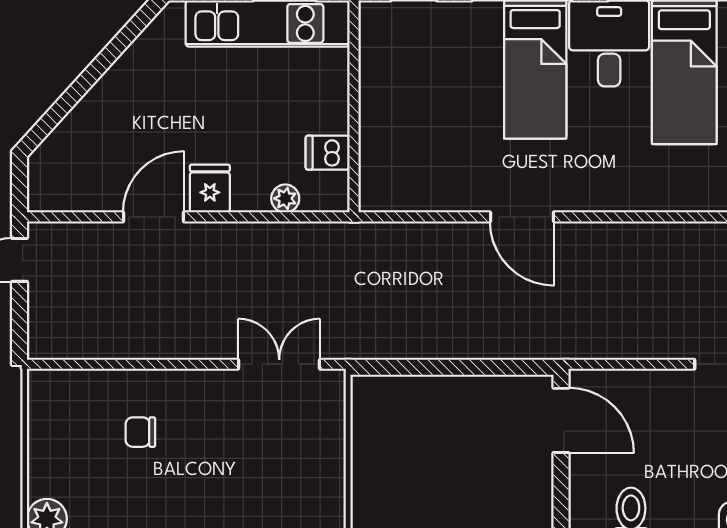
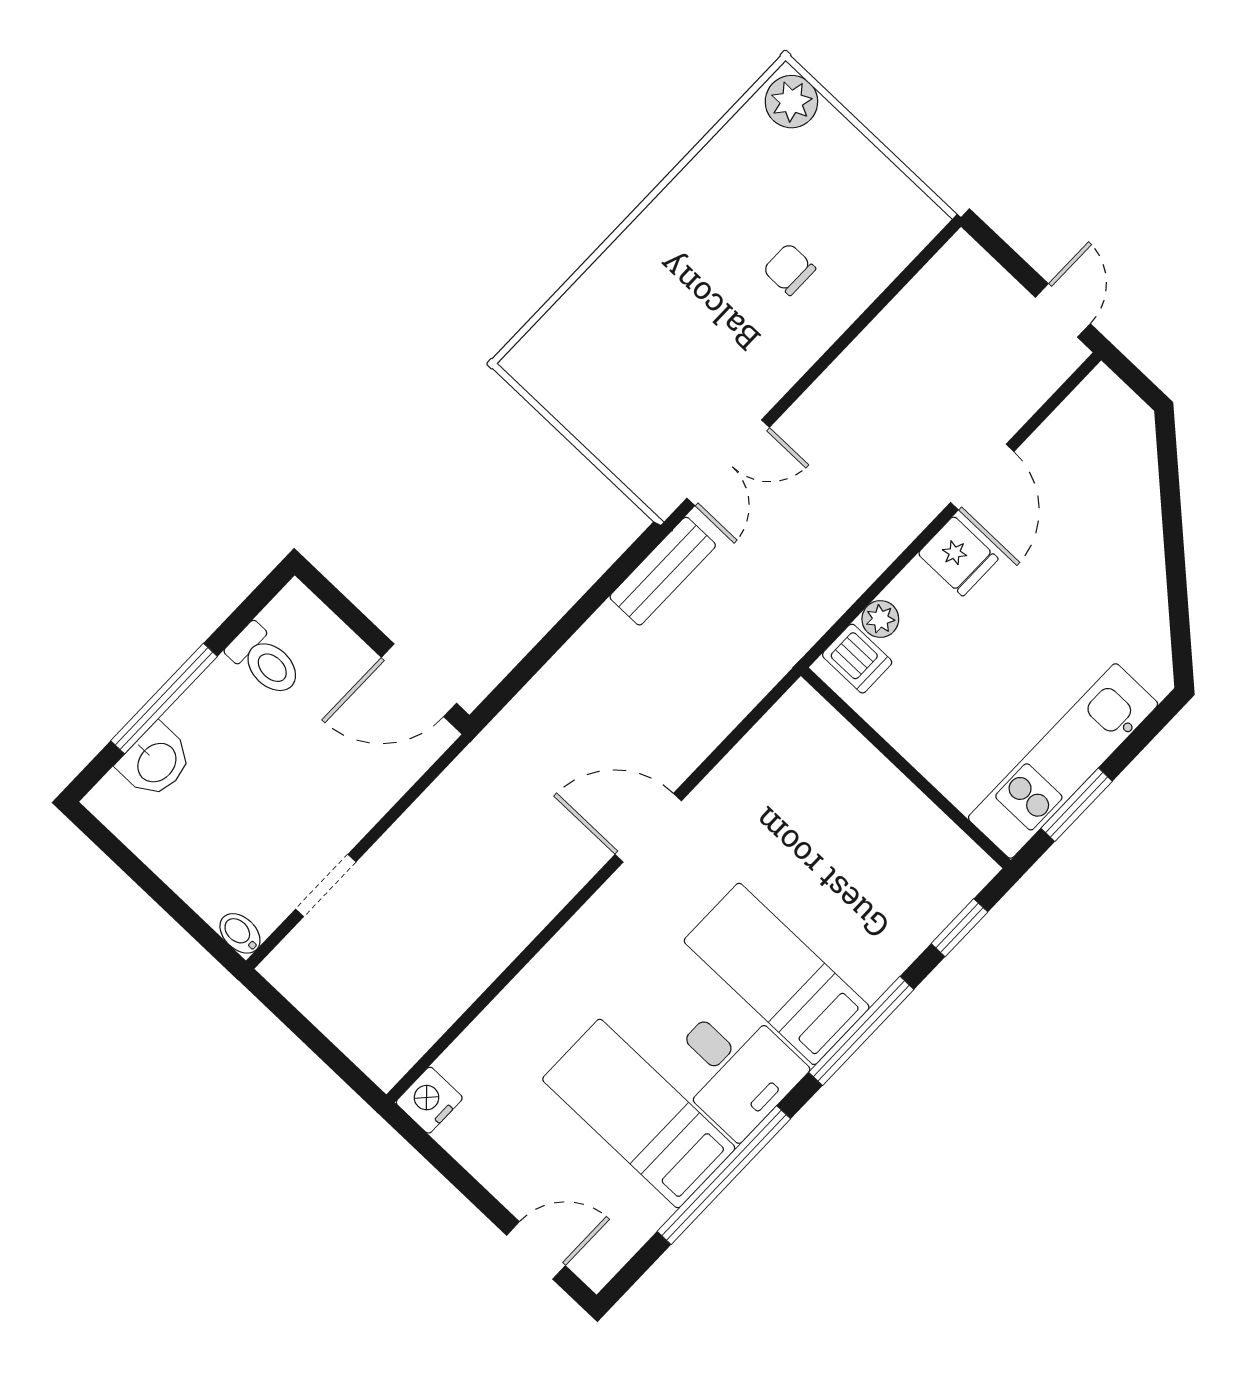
dishwasher: (328, 153) -> (857, 659), moved, turned 90
bench: (373, 343) -> (663, 571), added
chair: (140, 432) -> (789, 269), turned -90

